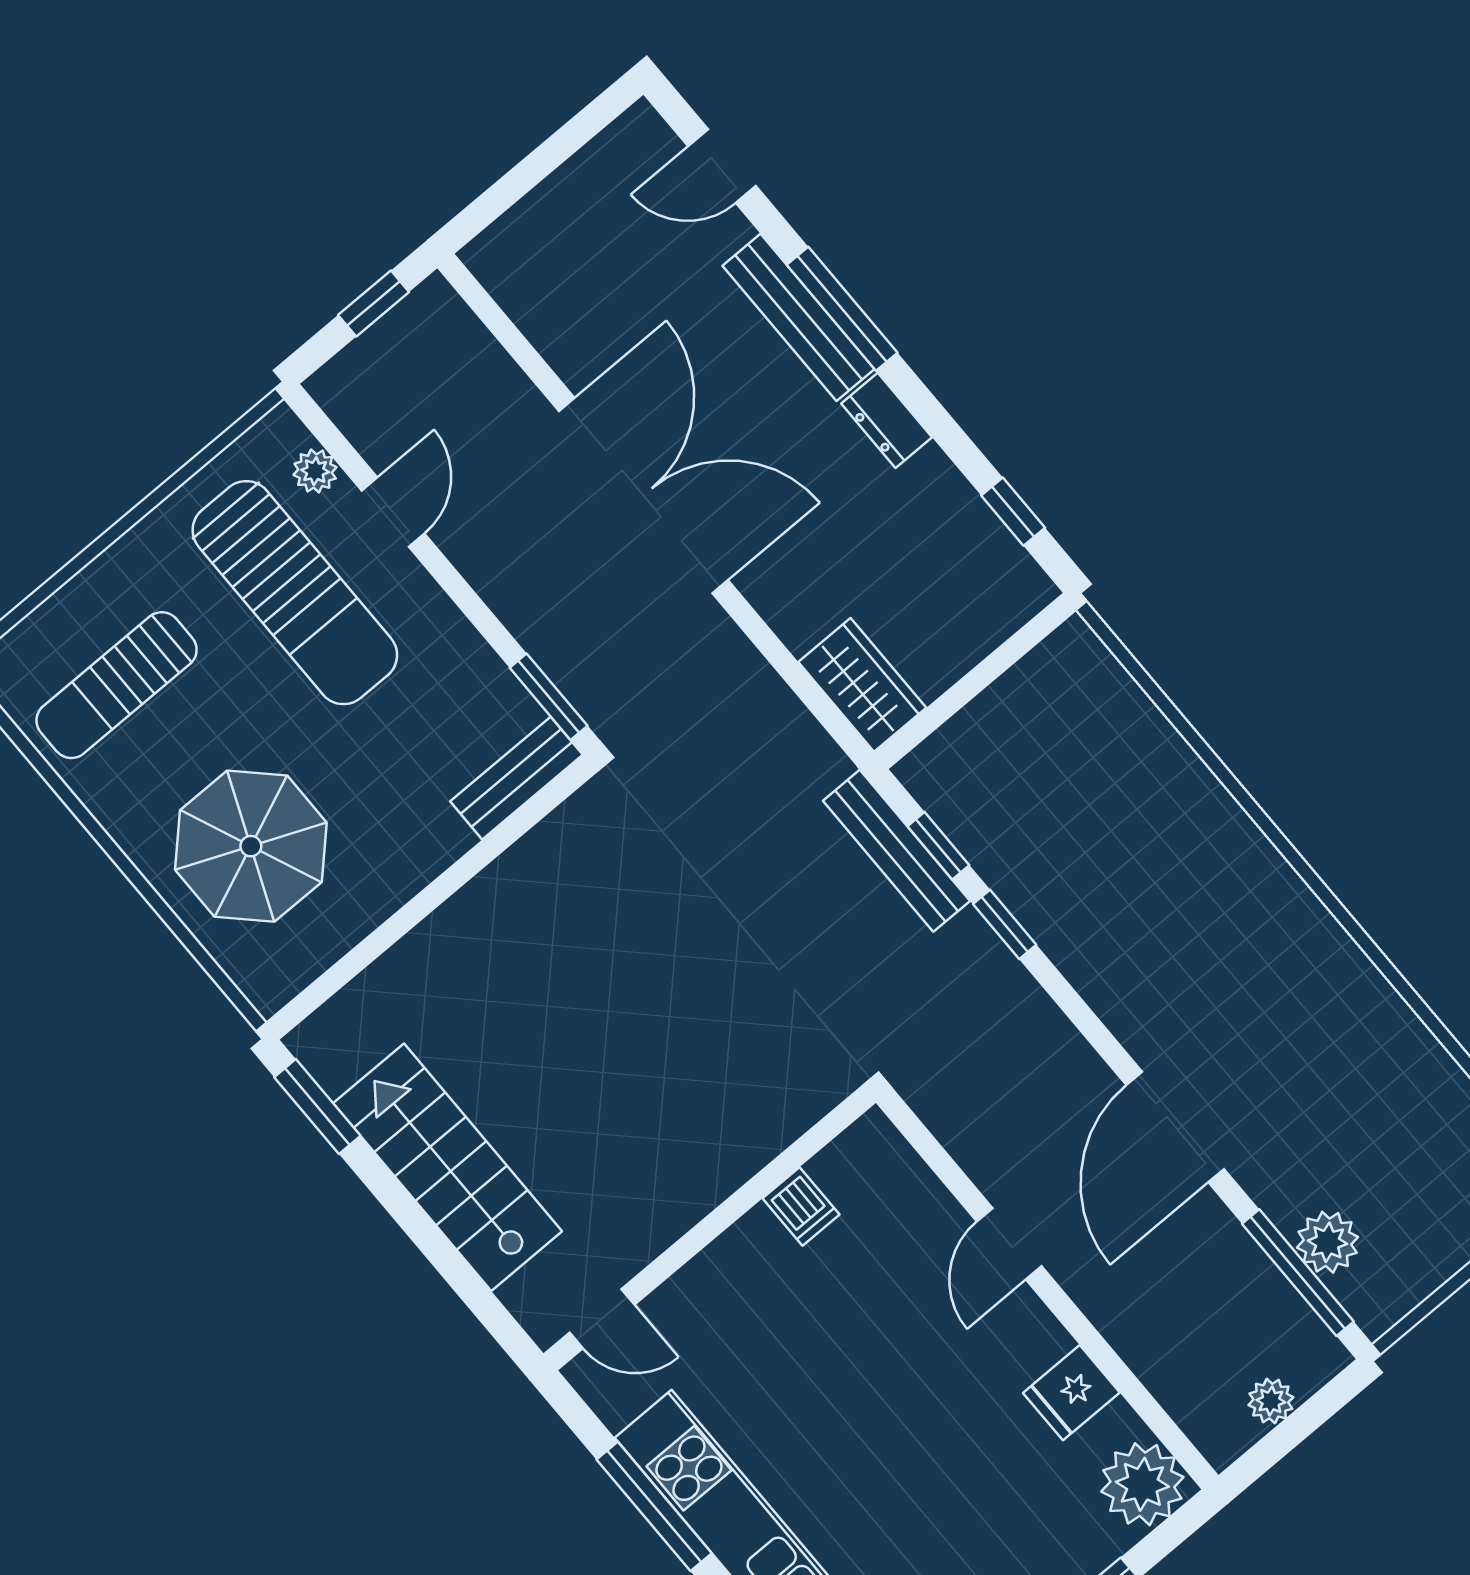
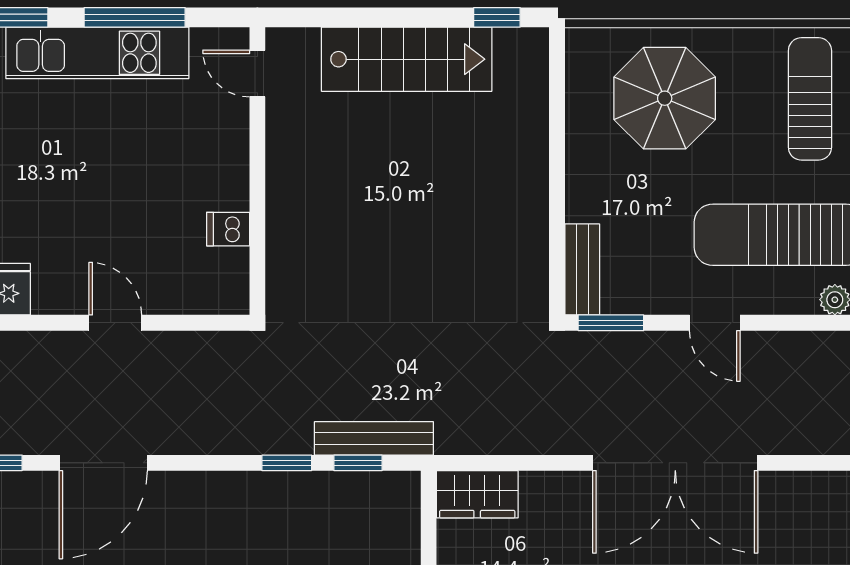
door: (393, 512) -> (715, 323), moved
window: (317, 1106) -> (497, 17), width x0.67
door: (1175, 1127) -> (103, 463), swing flipped
door: (602, 1319) -> (257, 73), hinge flipped

